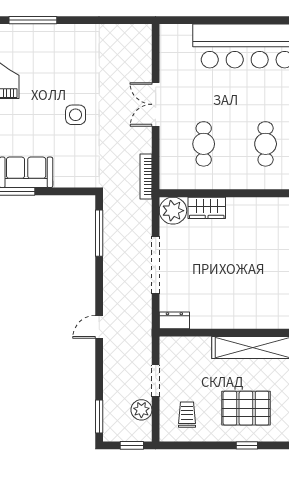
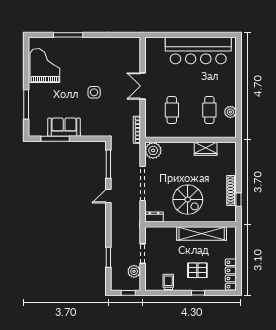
wardrobe: (207, 208) -> (206, 149), moved
spiral stairs: (230, 292) -> (188, 200), added
door: (99, 327) -> (108, 196), moved
pallet: (246, 408) -> (197, 270), width x0.67, depth x0.71
trolley: (187, 415) -> (168, 282), moved
window: (99, 416) -> (108, 257), moved

